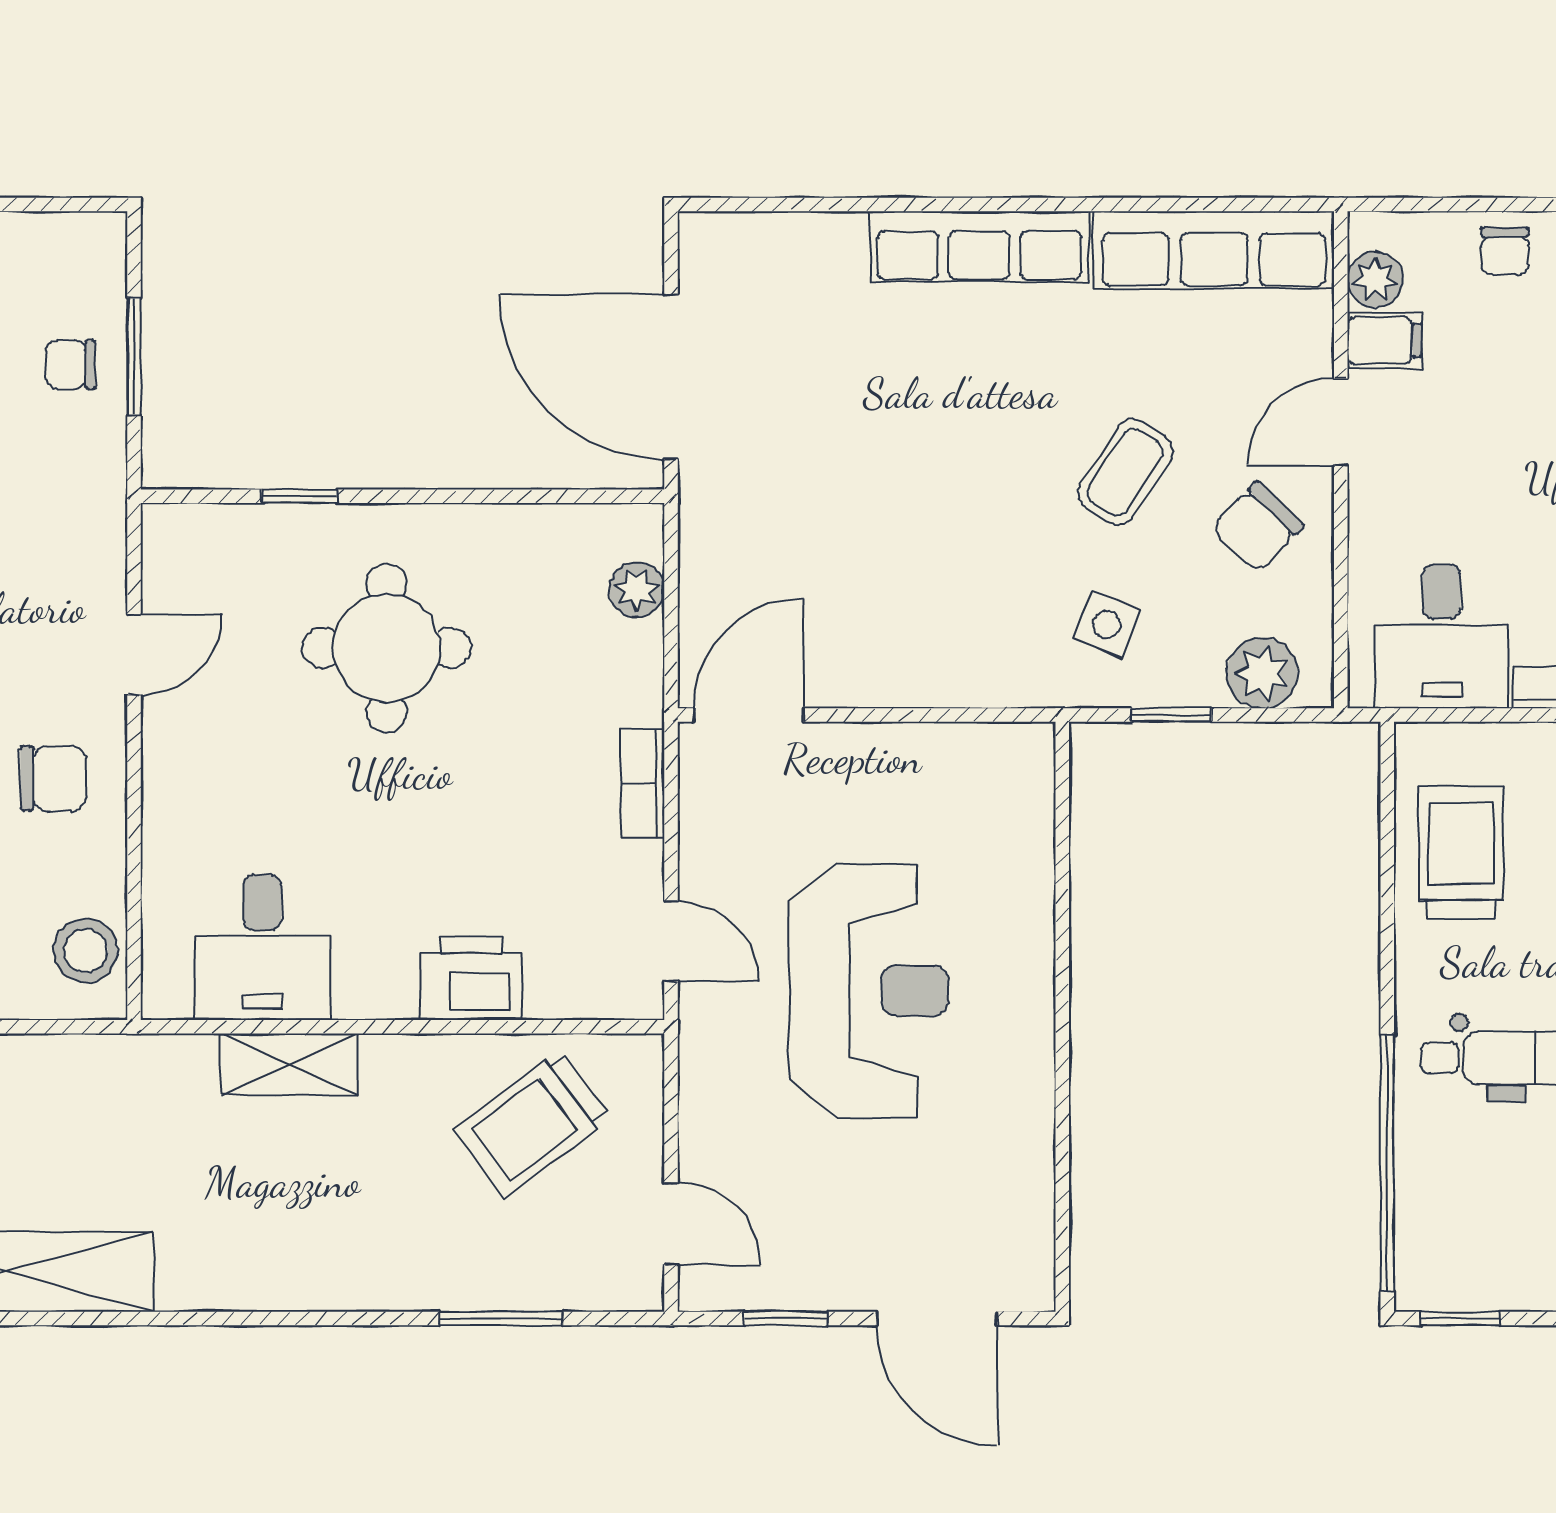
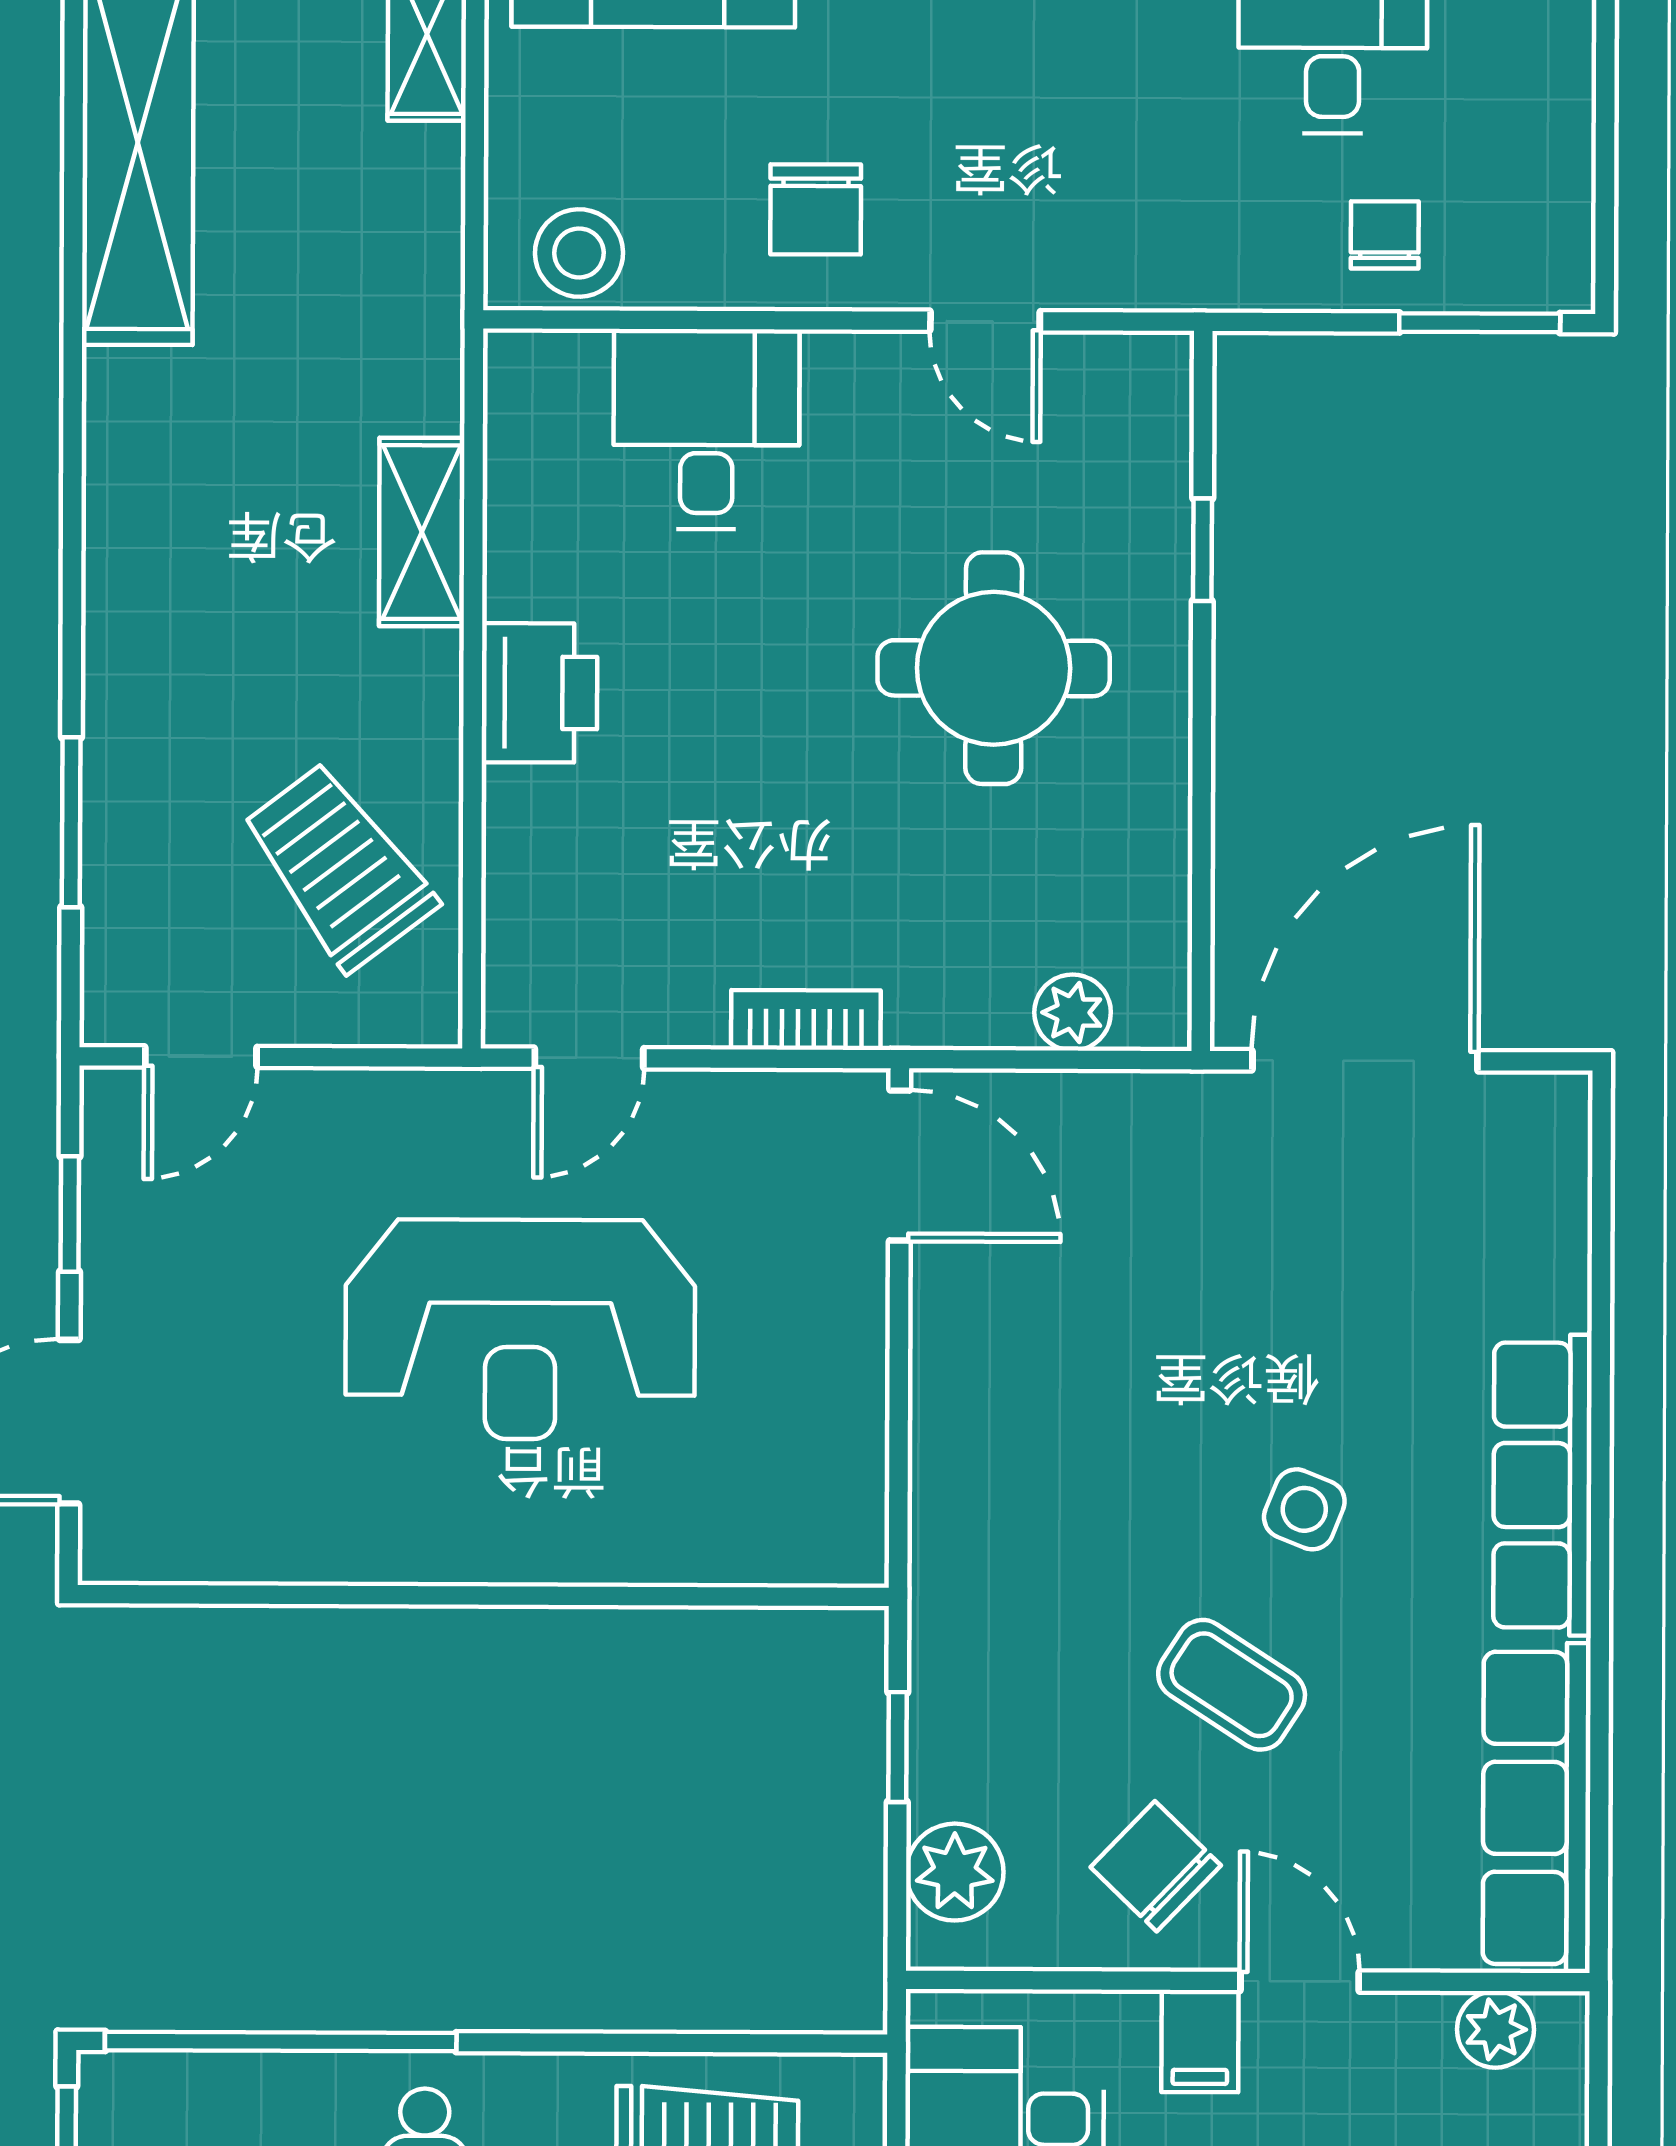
filing cabinet: (1385, 341) -> (1200, 2041), moved
window: (134, 357) -> (1480, 323), moved
side table: (1107, 624) -> (1304, 1509), moved
desk: (262, 947) -> (706, 429), moved, turned 90
printer: (471, 978) -> (539, 693), moved

